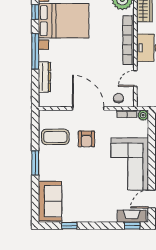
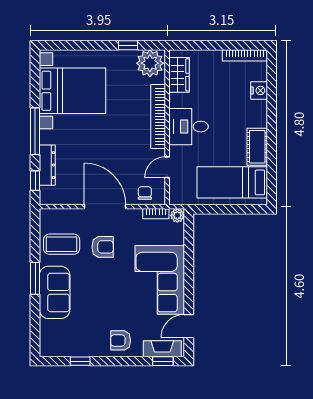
window: (35, 12) -> (35, 181), moved
armchair: (86, 139) -> (103, 247), turned -90
sofa: (50, 201) -> (55, 292), moved
armchair: (100, 210) -> (121, 340), added

